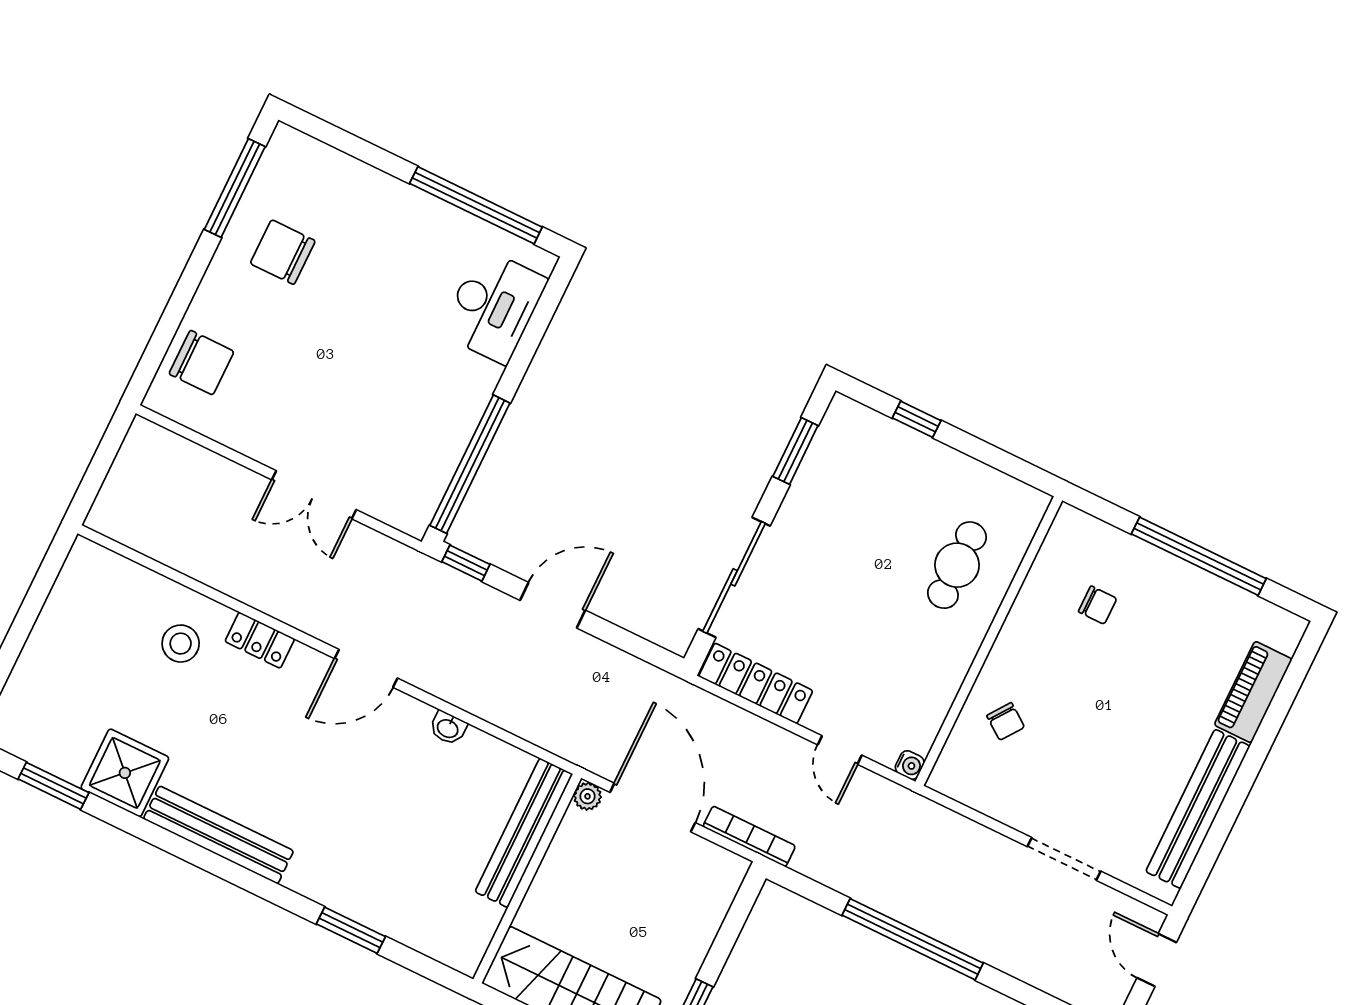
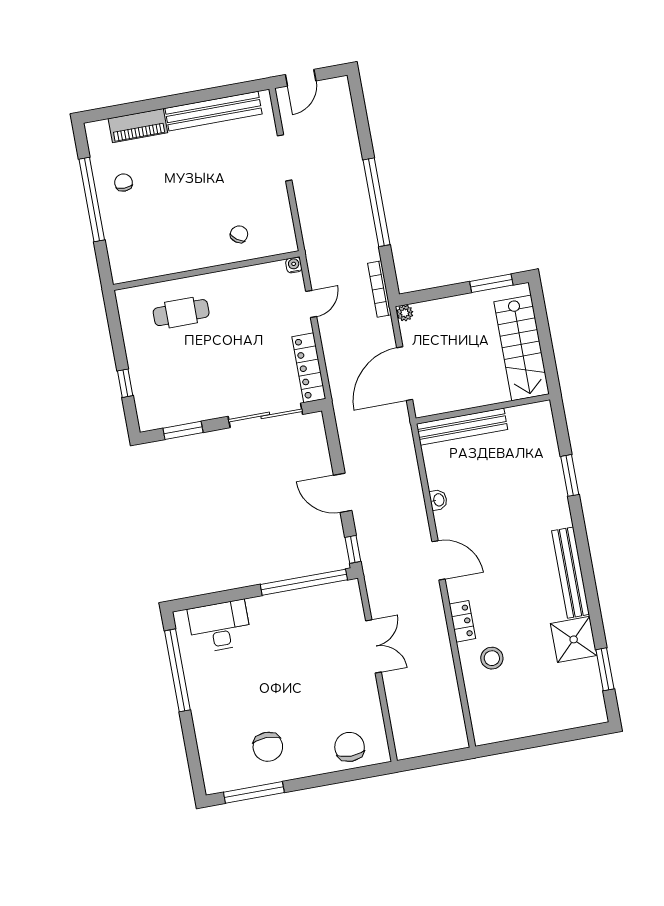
chair: (1098, 605) -> (123, 183), moved
plant: (588, 796) -> (405, 313), moved
bookcase: (749, 836) -> (379, 289), moved

